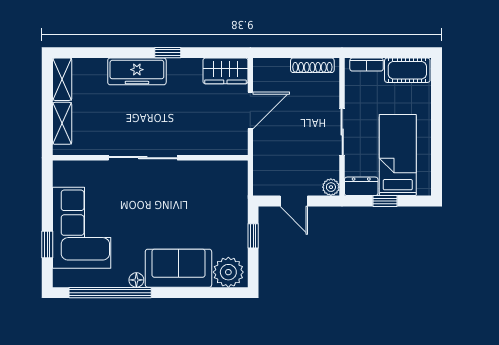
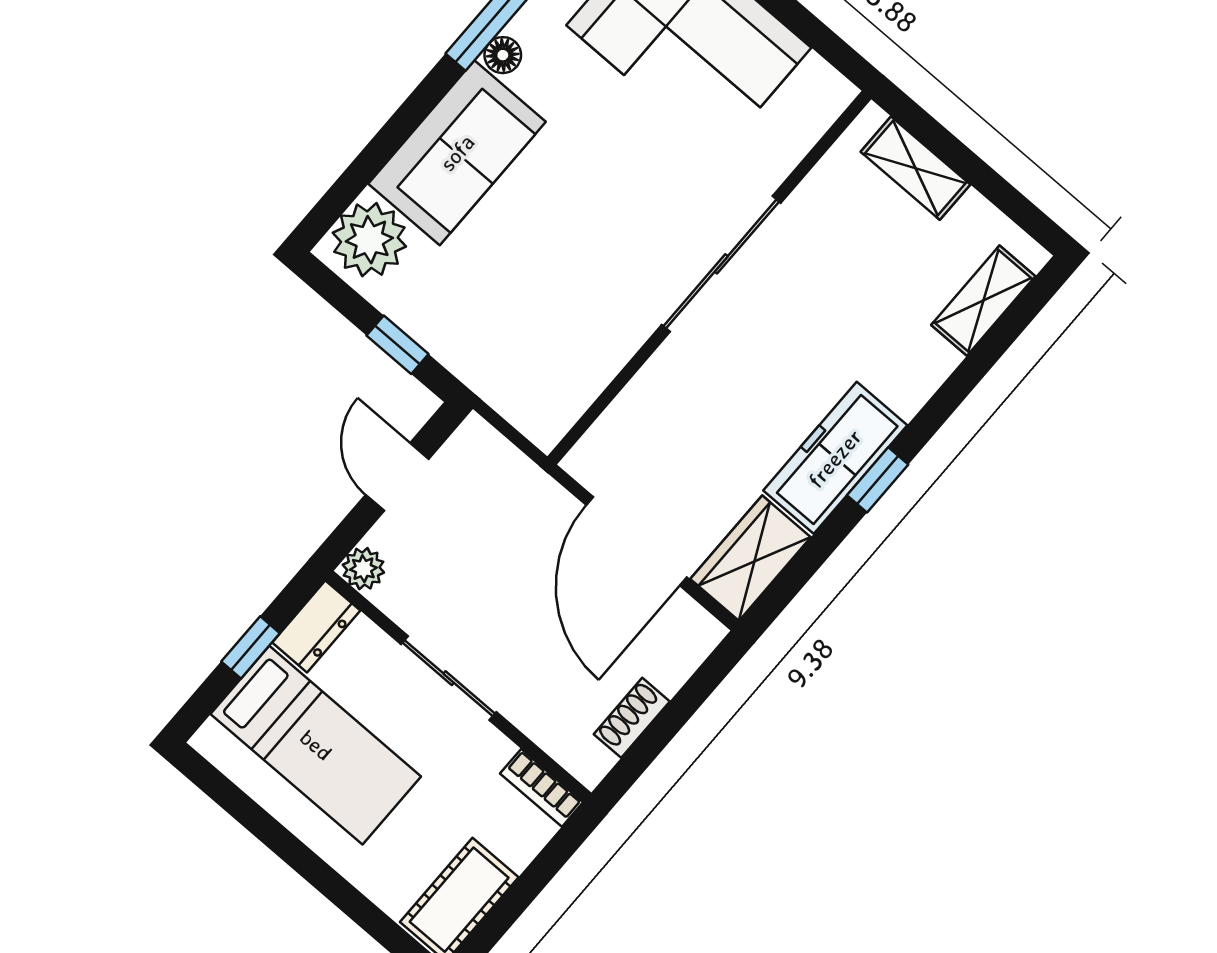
shoe rack: (312, 65) -> (632, 718), width x0.70
bookcase: (367, 65) -> (542, 788), moved, turned -90
freezer: (137, 71) -> (835, 458), moved
shelving: (62, 79) -> (983, 301), moved, turned 90
door: (250, 110) -> (636, 541), width x1.36
door: (294, 201) -> (397, 477), hinge flipped

